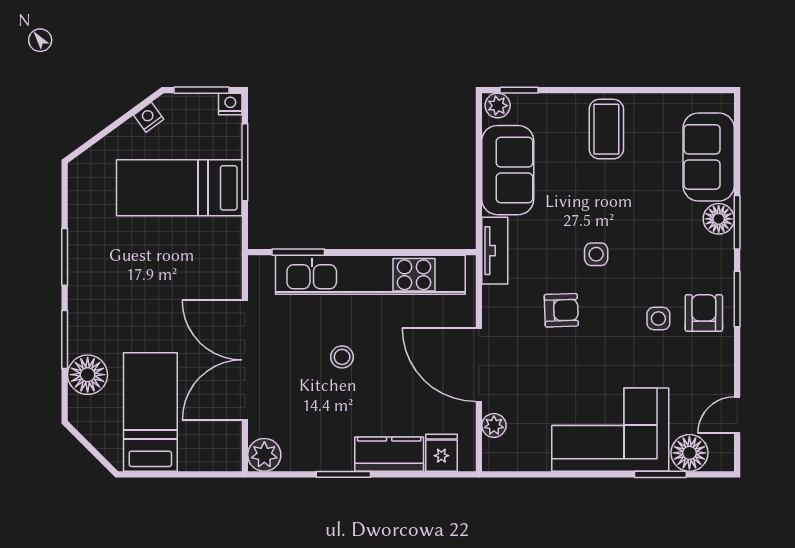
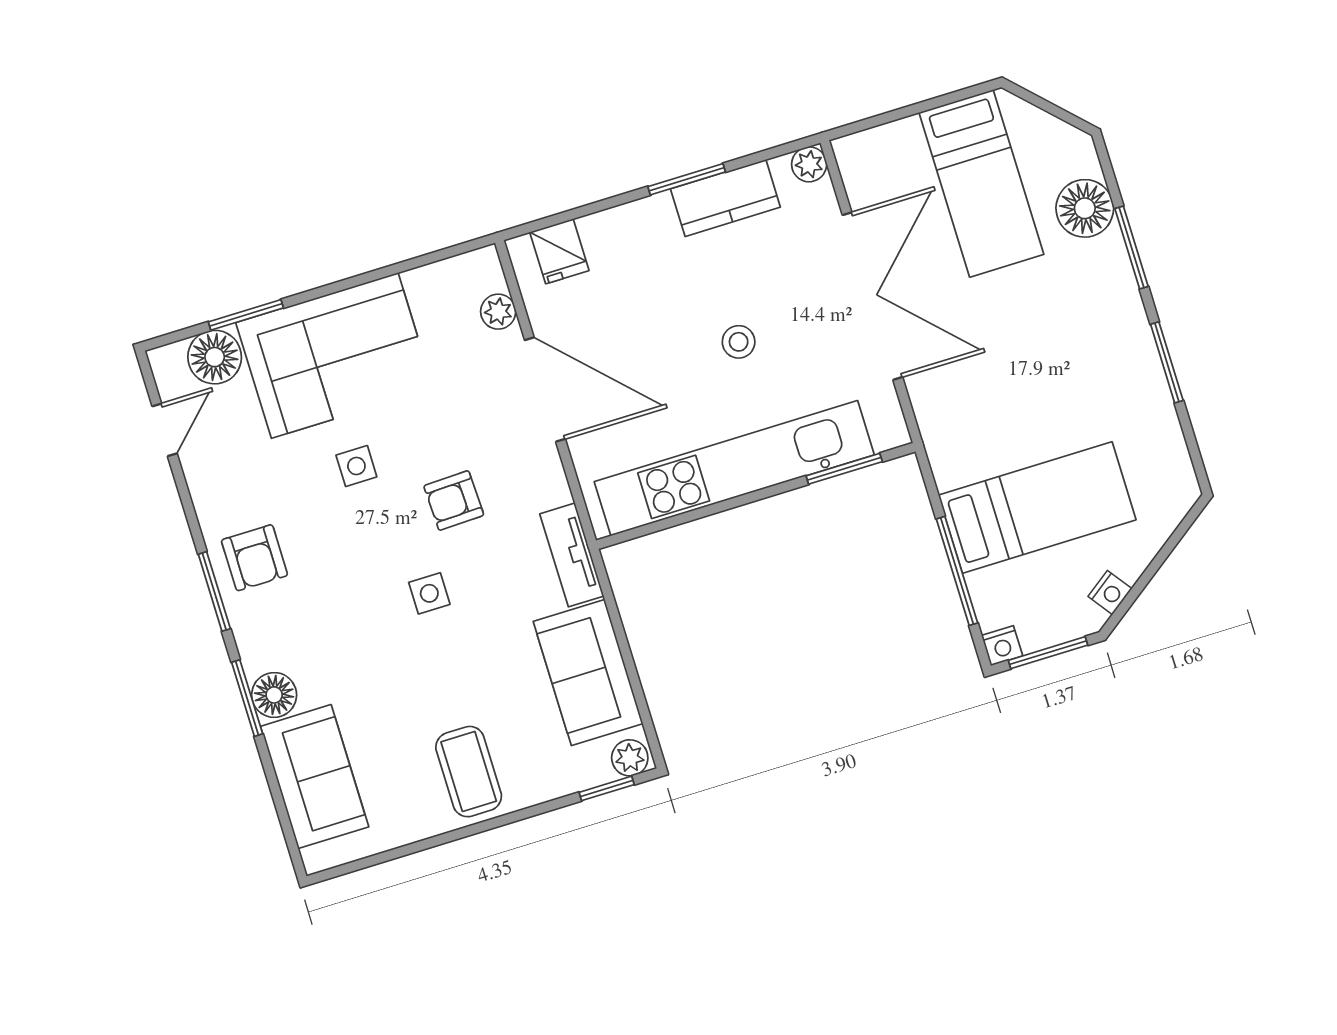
side table: (658, 319) -> (356, 466), moved
kitchen counter: (389, 454) -> (725, 198), moved
plant: (264, 455) -> (809, 164), width x0.73, depth x0.73

